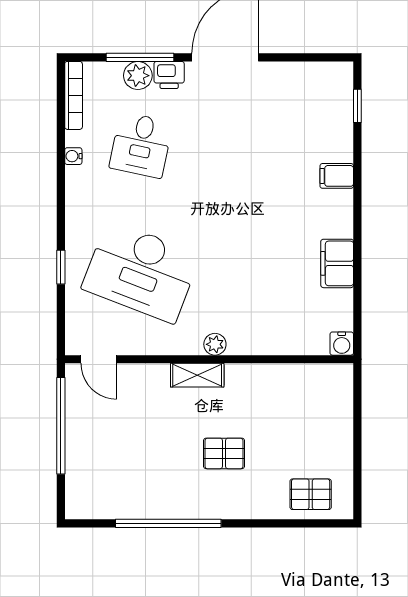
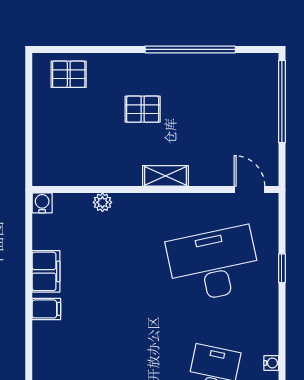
filing cabinet: (337, 176) -> (46, 309), moved
desk: (141, 272) -> (213, 264), turned -33
plant: (215, 344) -> (102, 202), moved
window: (61, 426) -> (282, 102), moved

